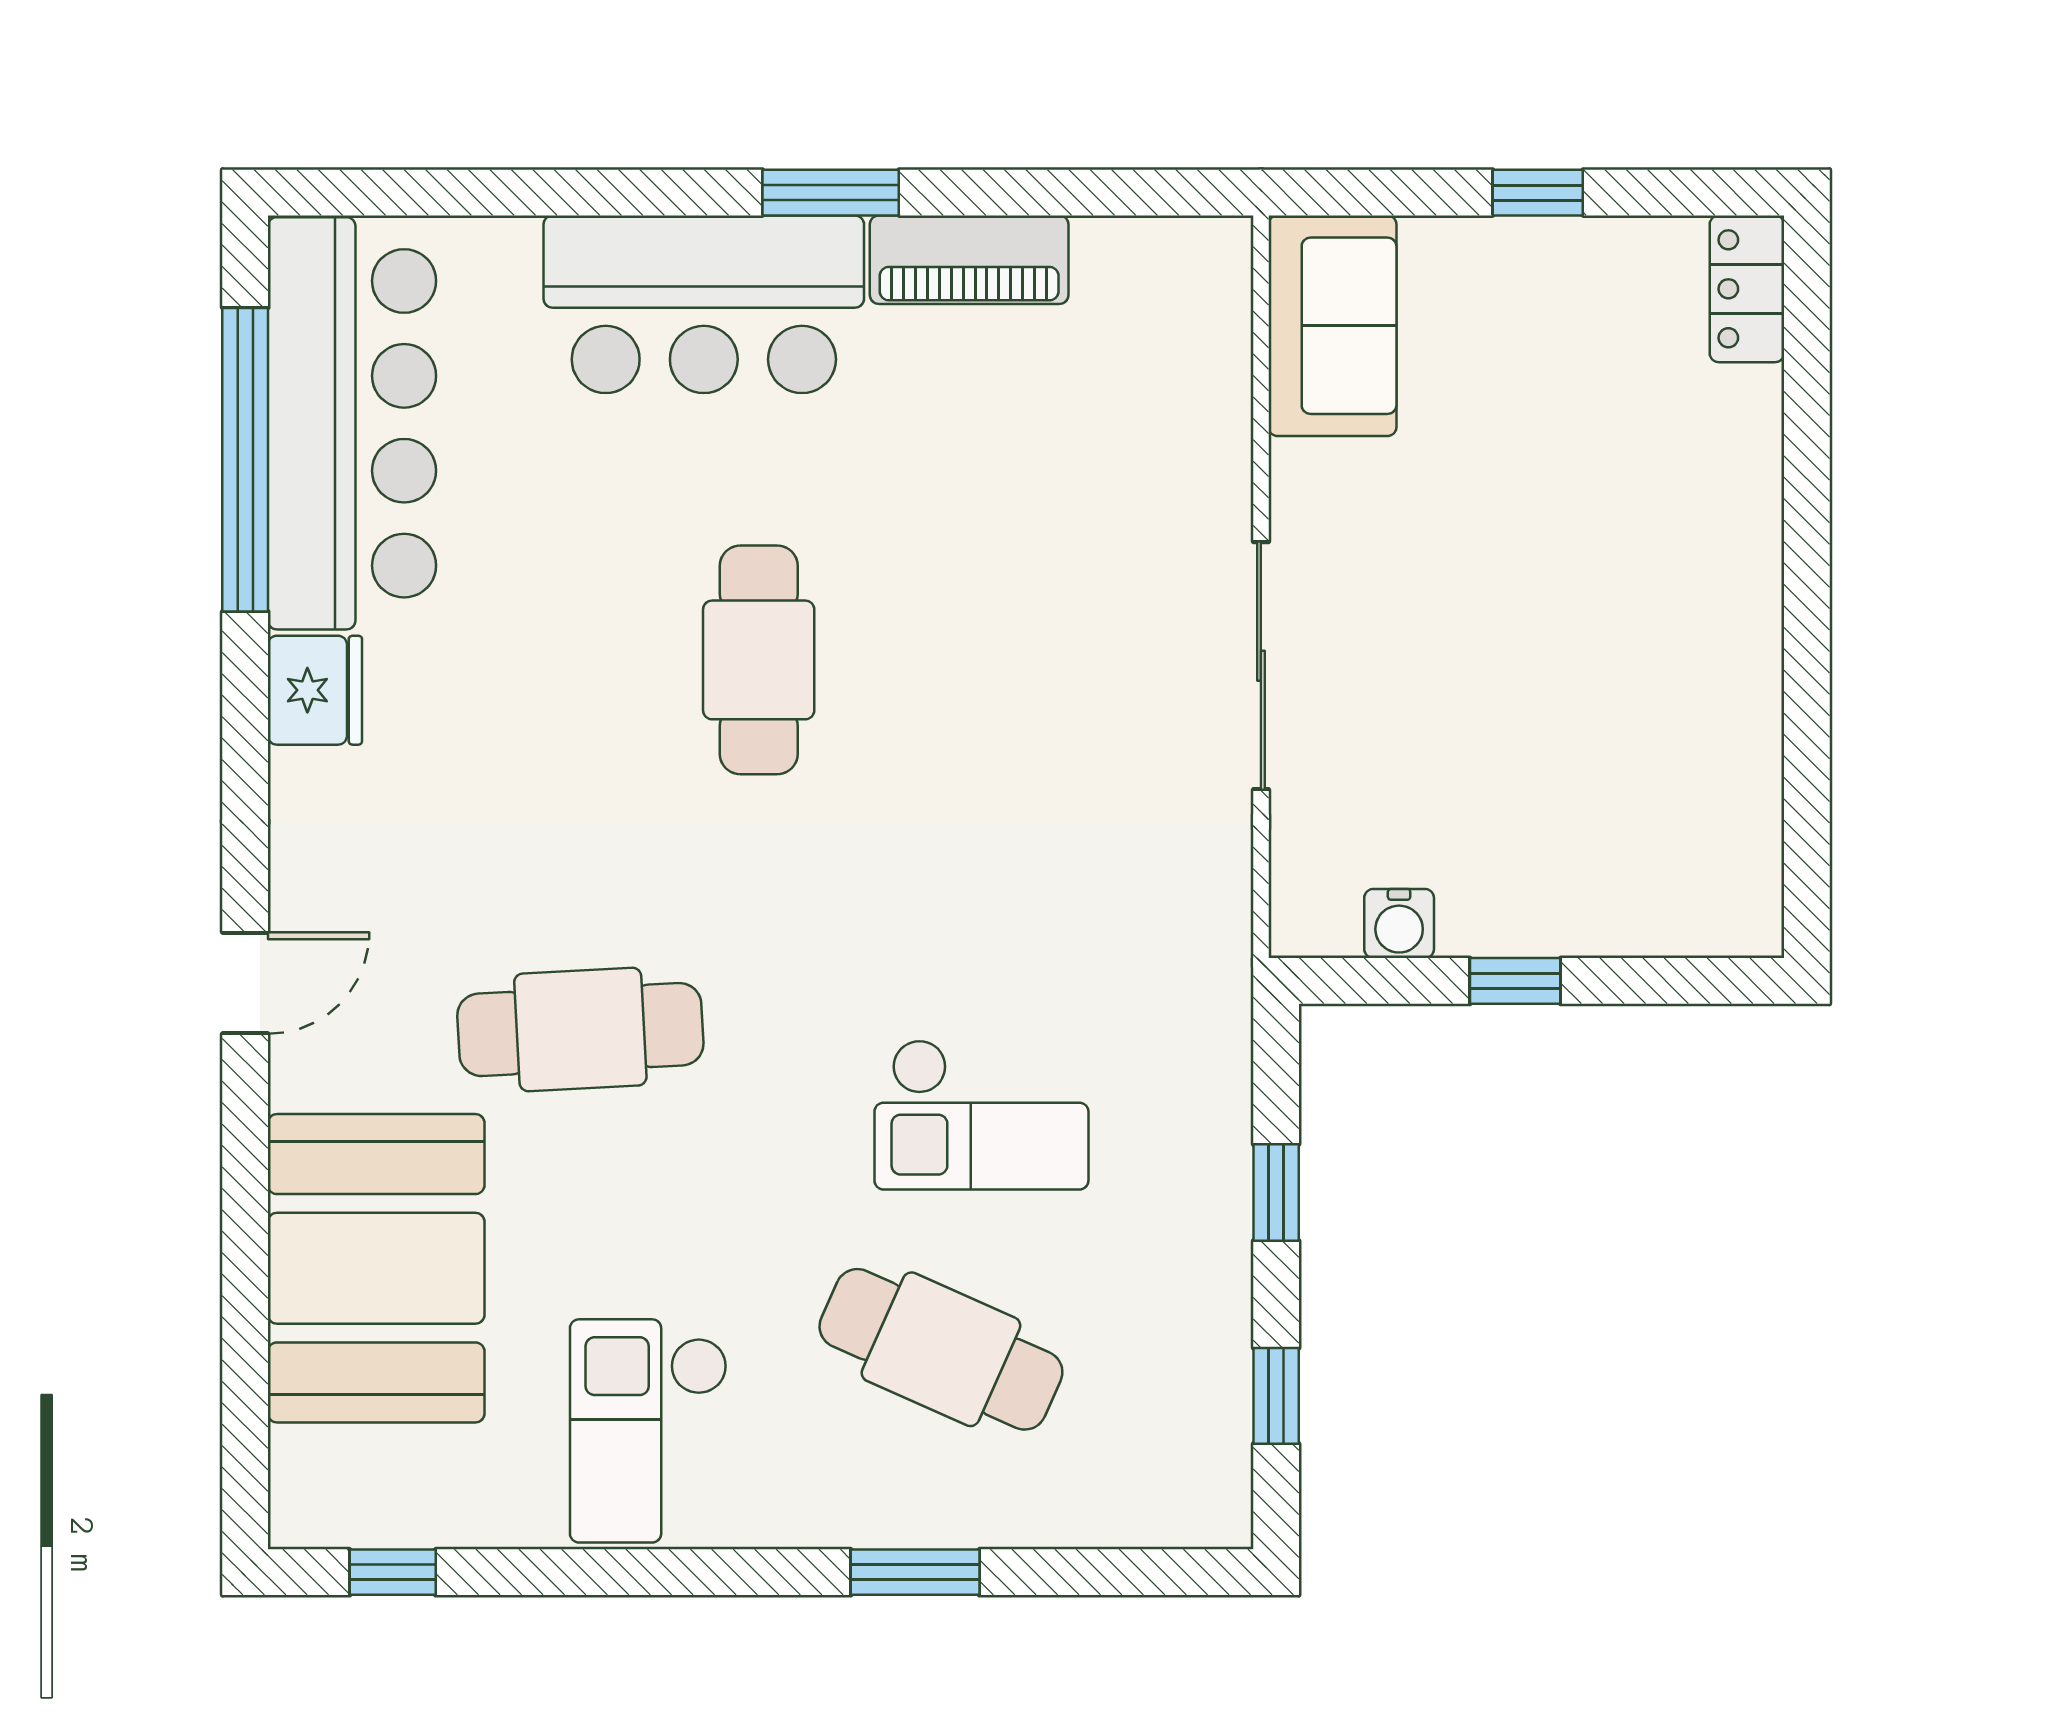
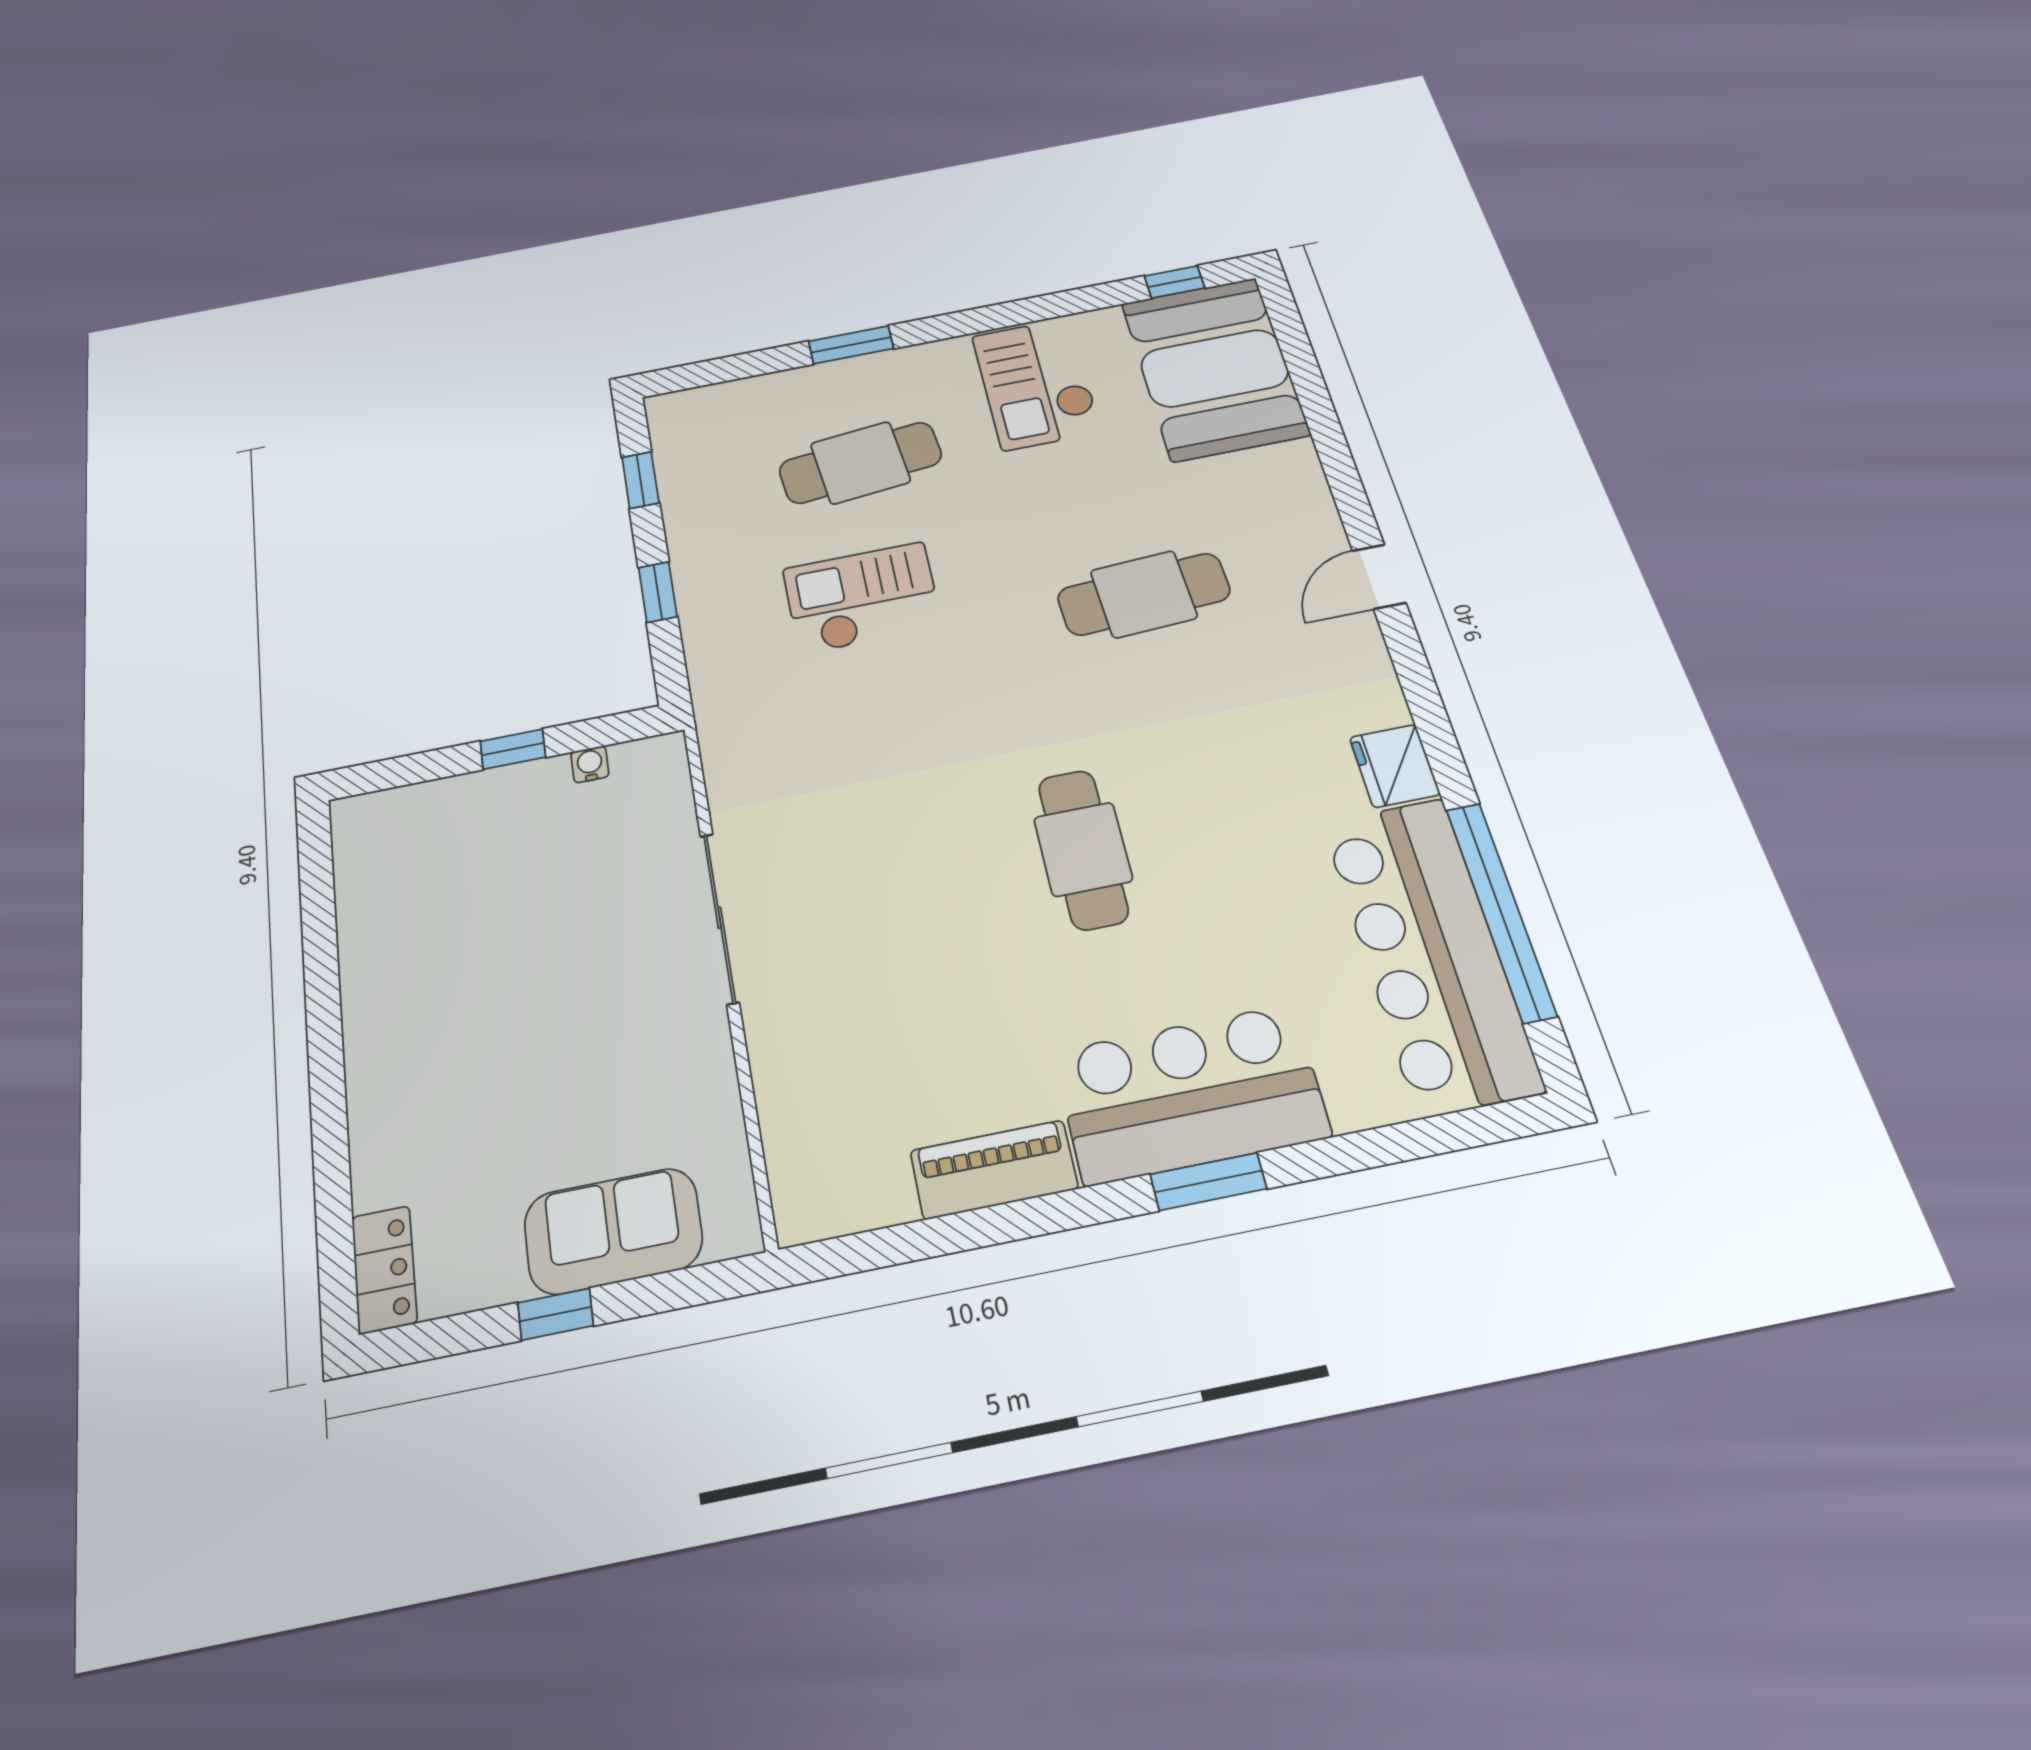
window: (831, 193) -> (1208, 1182), moved
sofa: (1332, 326) -> (613, 1231), moved, turned 90
water cooler: (1399, 924) -> (590, 764), width x0.72, depth x0.72
booth: (376, 1268) -> (1214, 368), moved
cafe table: (941, 1349) -> (860, 463), turned -30
checkout: (649, 1431) -> (1036, 384), turned 180

